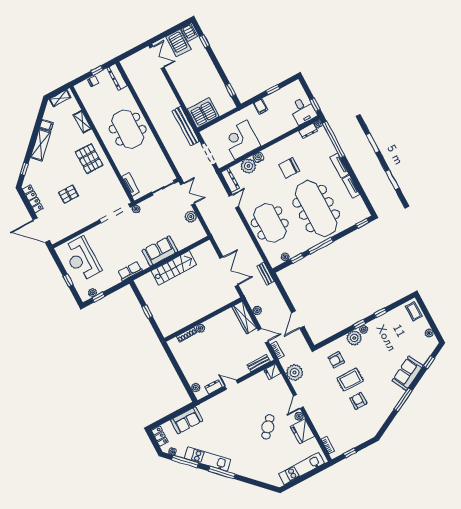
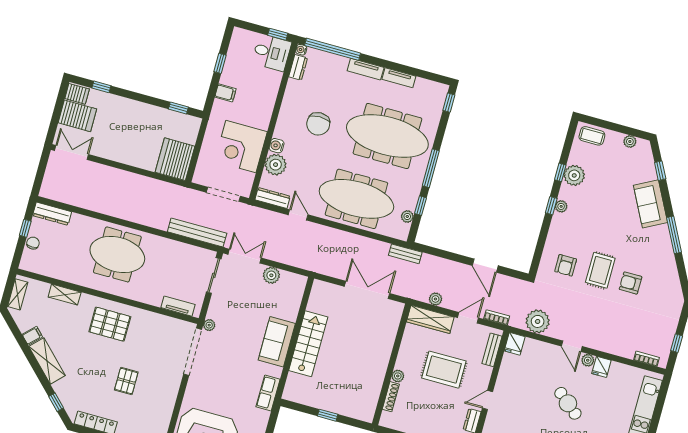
bench: (186, 126) -> (197, 232), moved
meeting table: (270, 223) -> (356, 199), width x1.36
plant: (354, 338) -> (574, 175), moved
rug: (226, 348) -> (444, 370), added
fridge: (302, 431) -> (601, 367), width x0.53, depth x0.75

